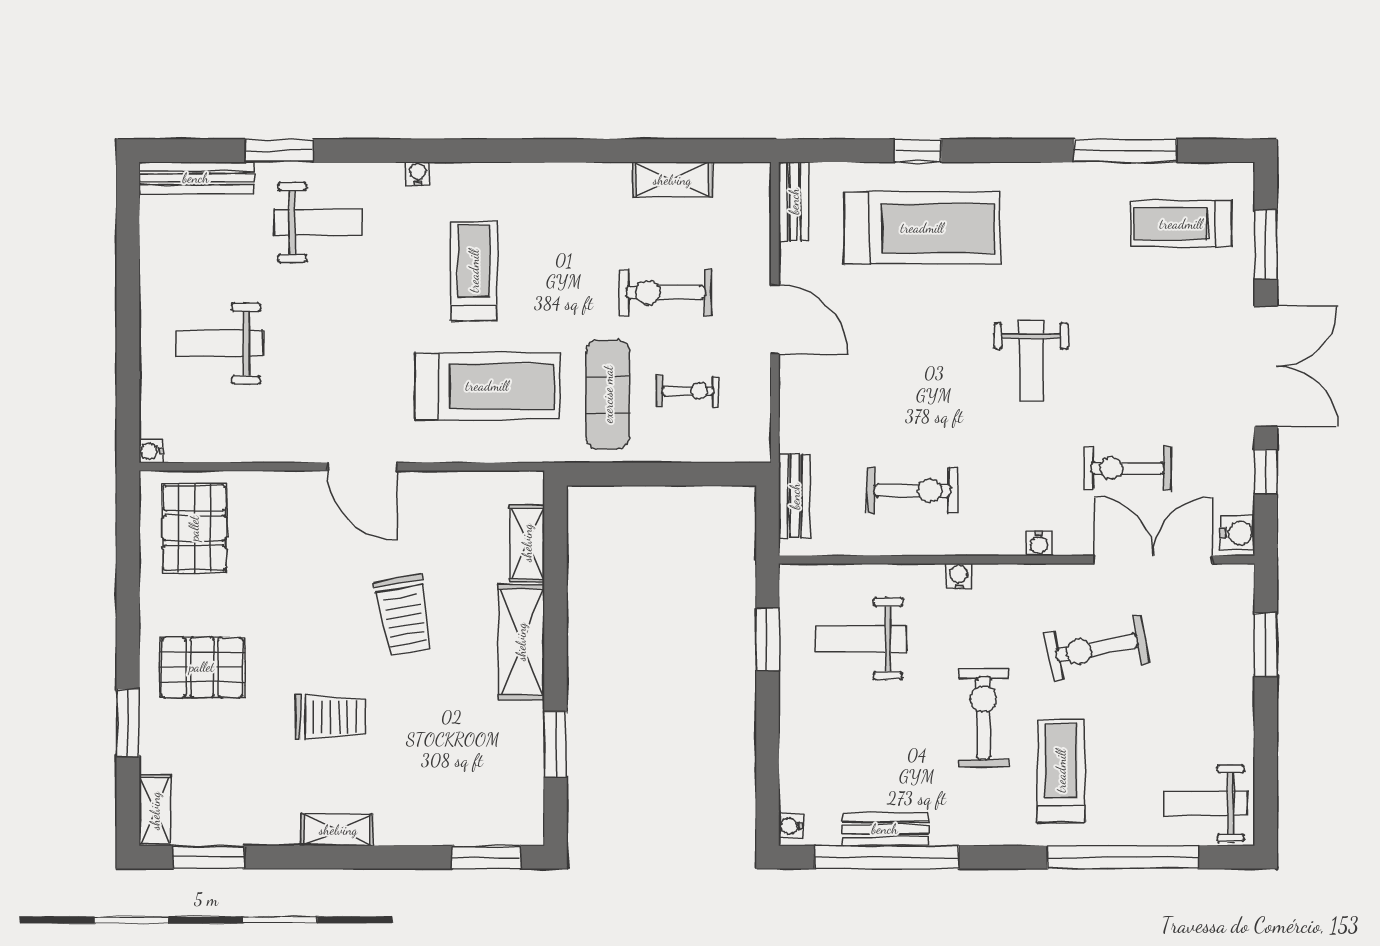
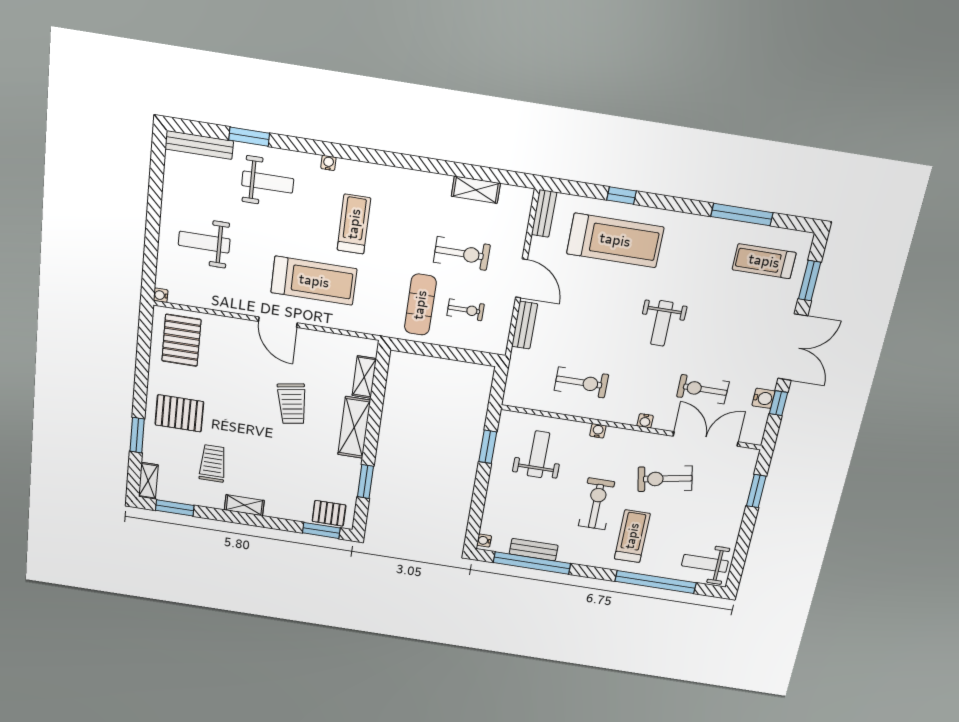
exercise bike: (666, 292) -> (462, 253), turned 180
treadmill: (487, 386) -> (314, 281), moved
bench: (795, 496) -> (525, 325), moved
water cooler: (1237, 533) -> (763, 398), moved
weight bench: (861, 639) -> (538, 454), turned 90
trolley: (330, 717) -> (213, 463), moved, turned -90
pallet: (497, 820) -> (329, 513), added

